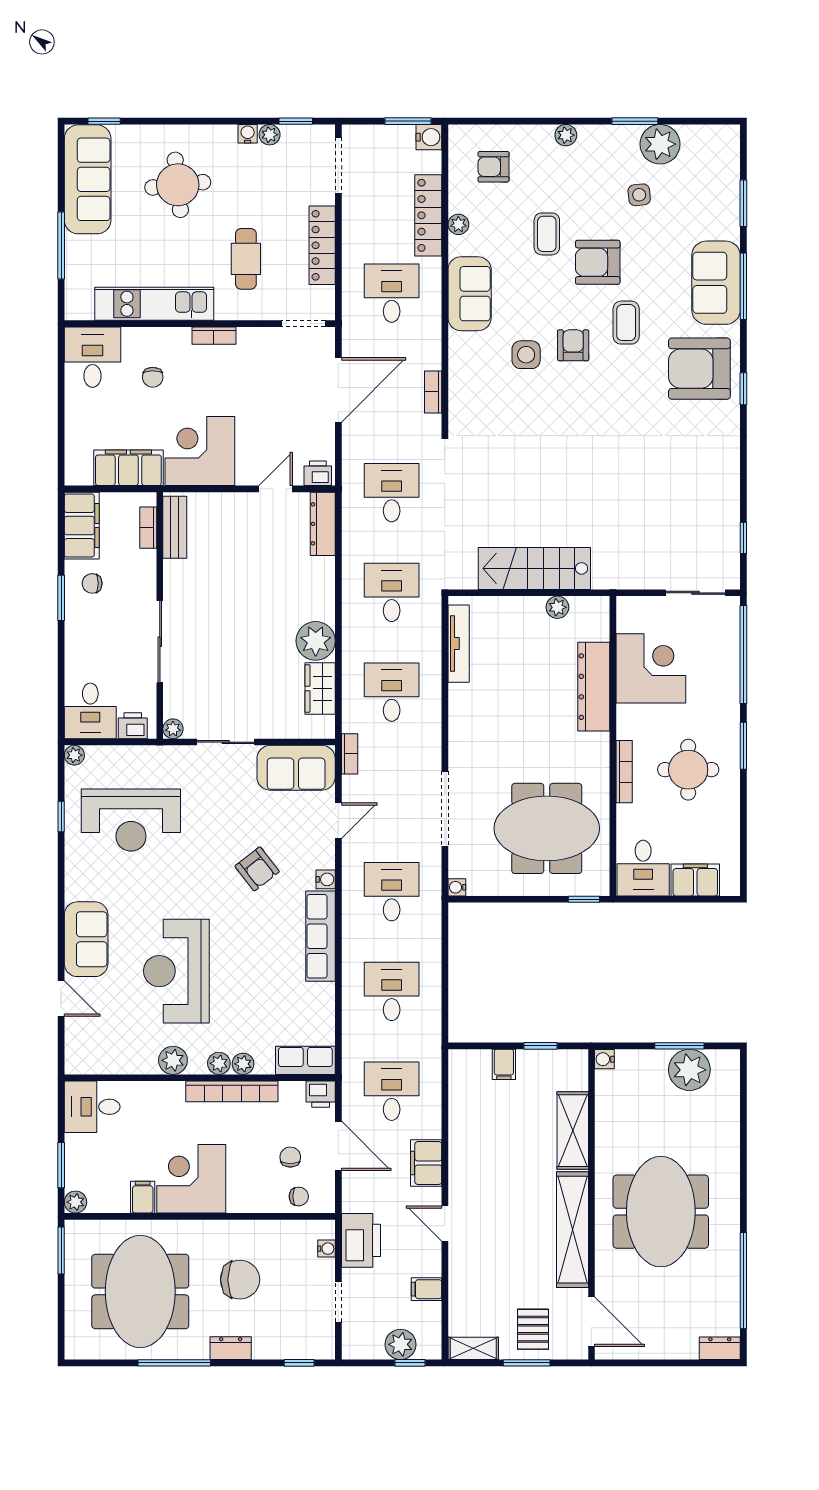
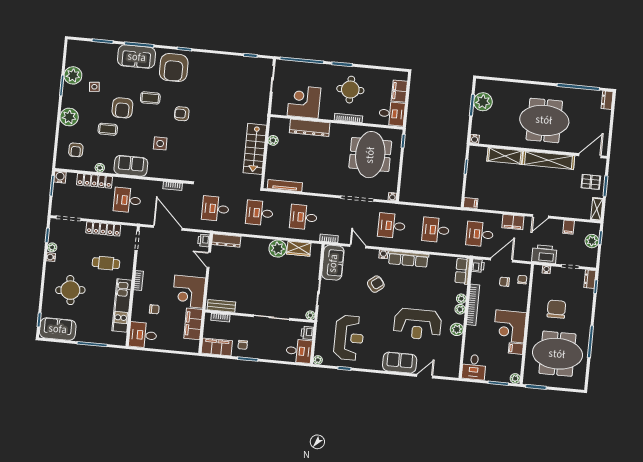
plant: (566, 135) -> (69, 117), width x1.87, depth x1.87
sofa: (88, 179) -> (58, 329), width x0.73
armchair: (573, 345) -> (182, 114), moved
filing cabinet: (504, 1064) -> (471, 203), moved
dresser: (231, 1348) -> (590, 279), moved

